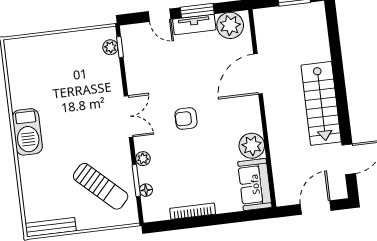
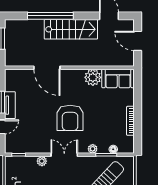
plant: (230, 25) -> (13, 82), removed
plant: (110, 47) -> (42, 161), moved
window: (338, 70) -> (50, 16), added
armchair: (186, 119) -> (70, 118), width x1.88, depth x1.88

